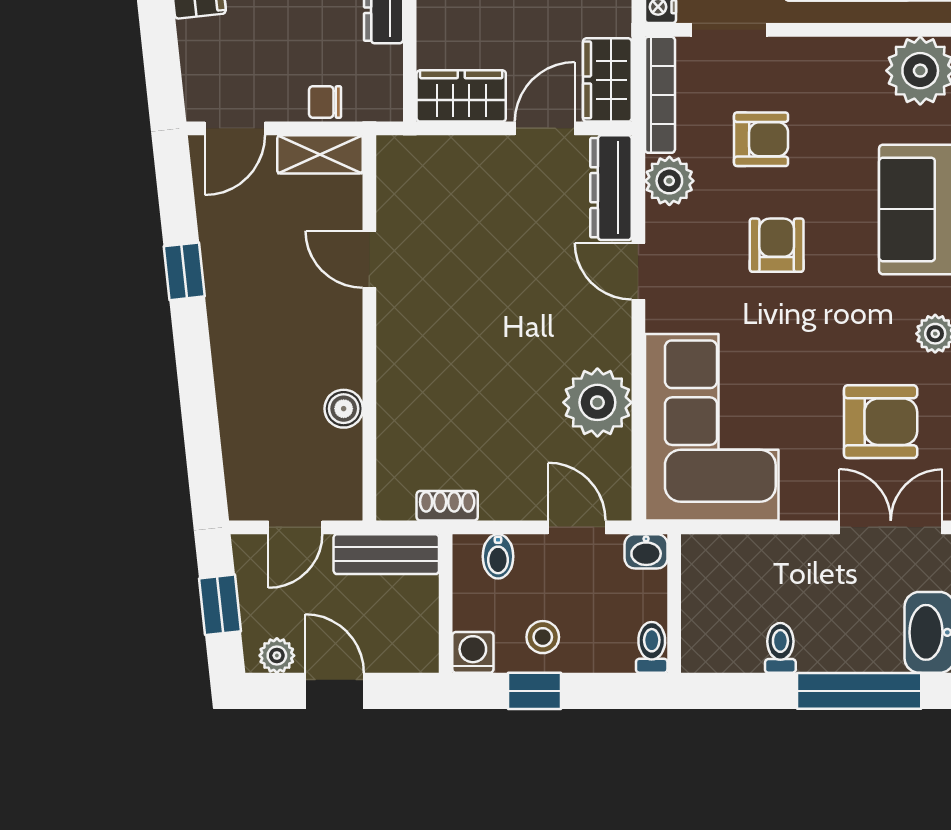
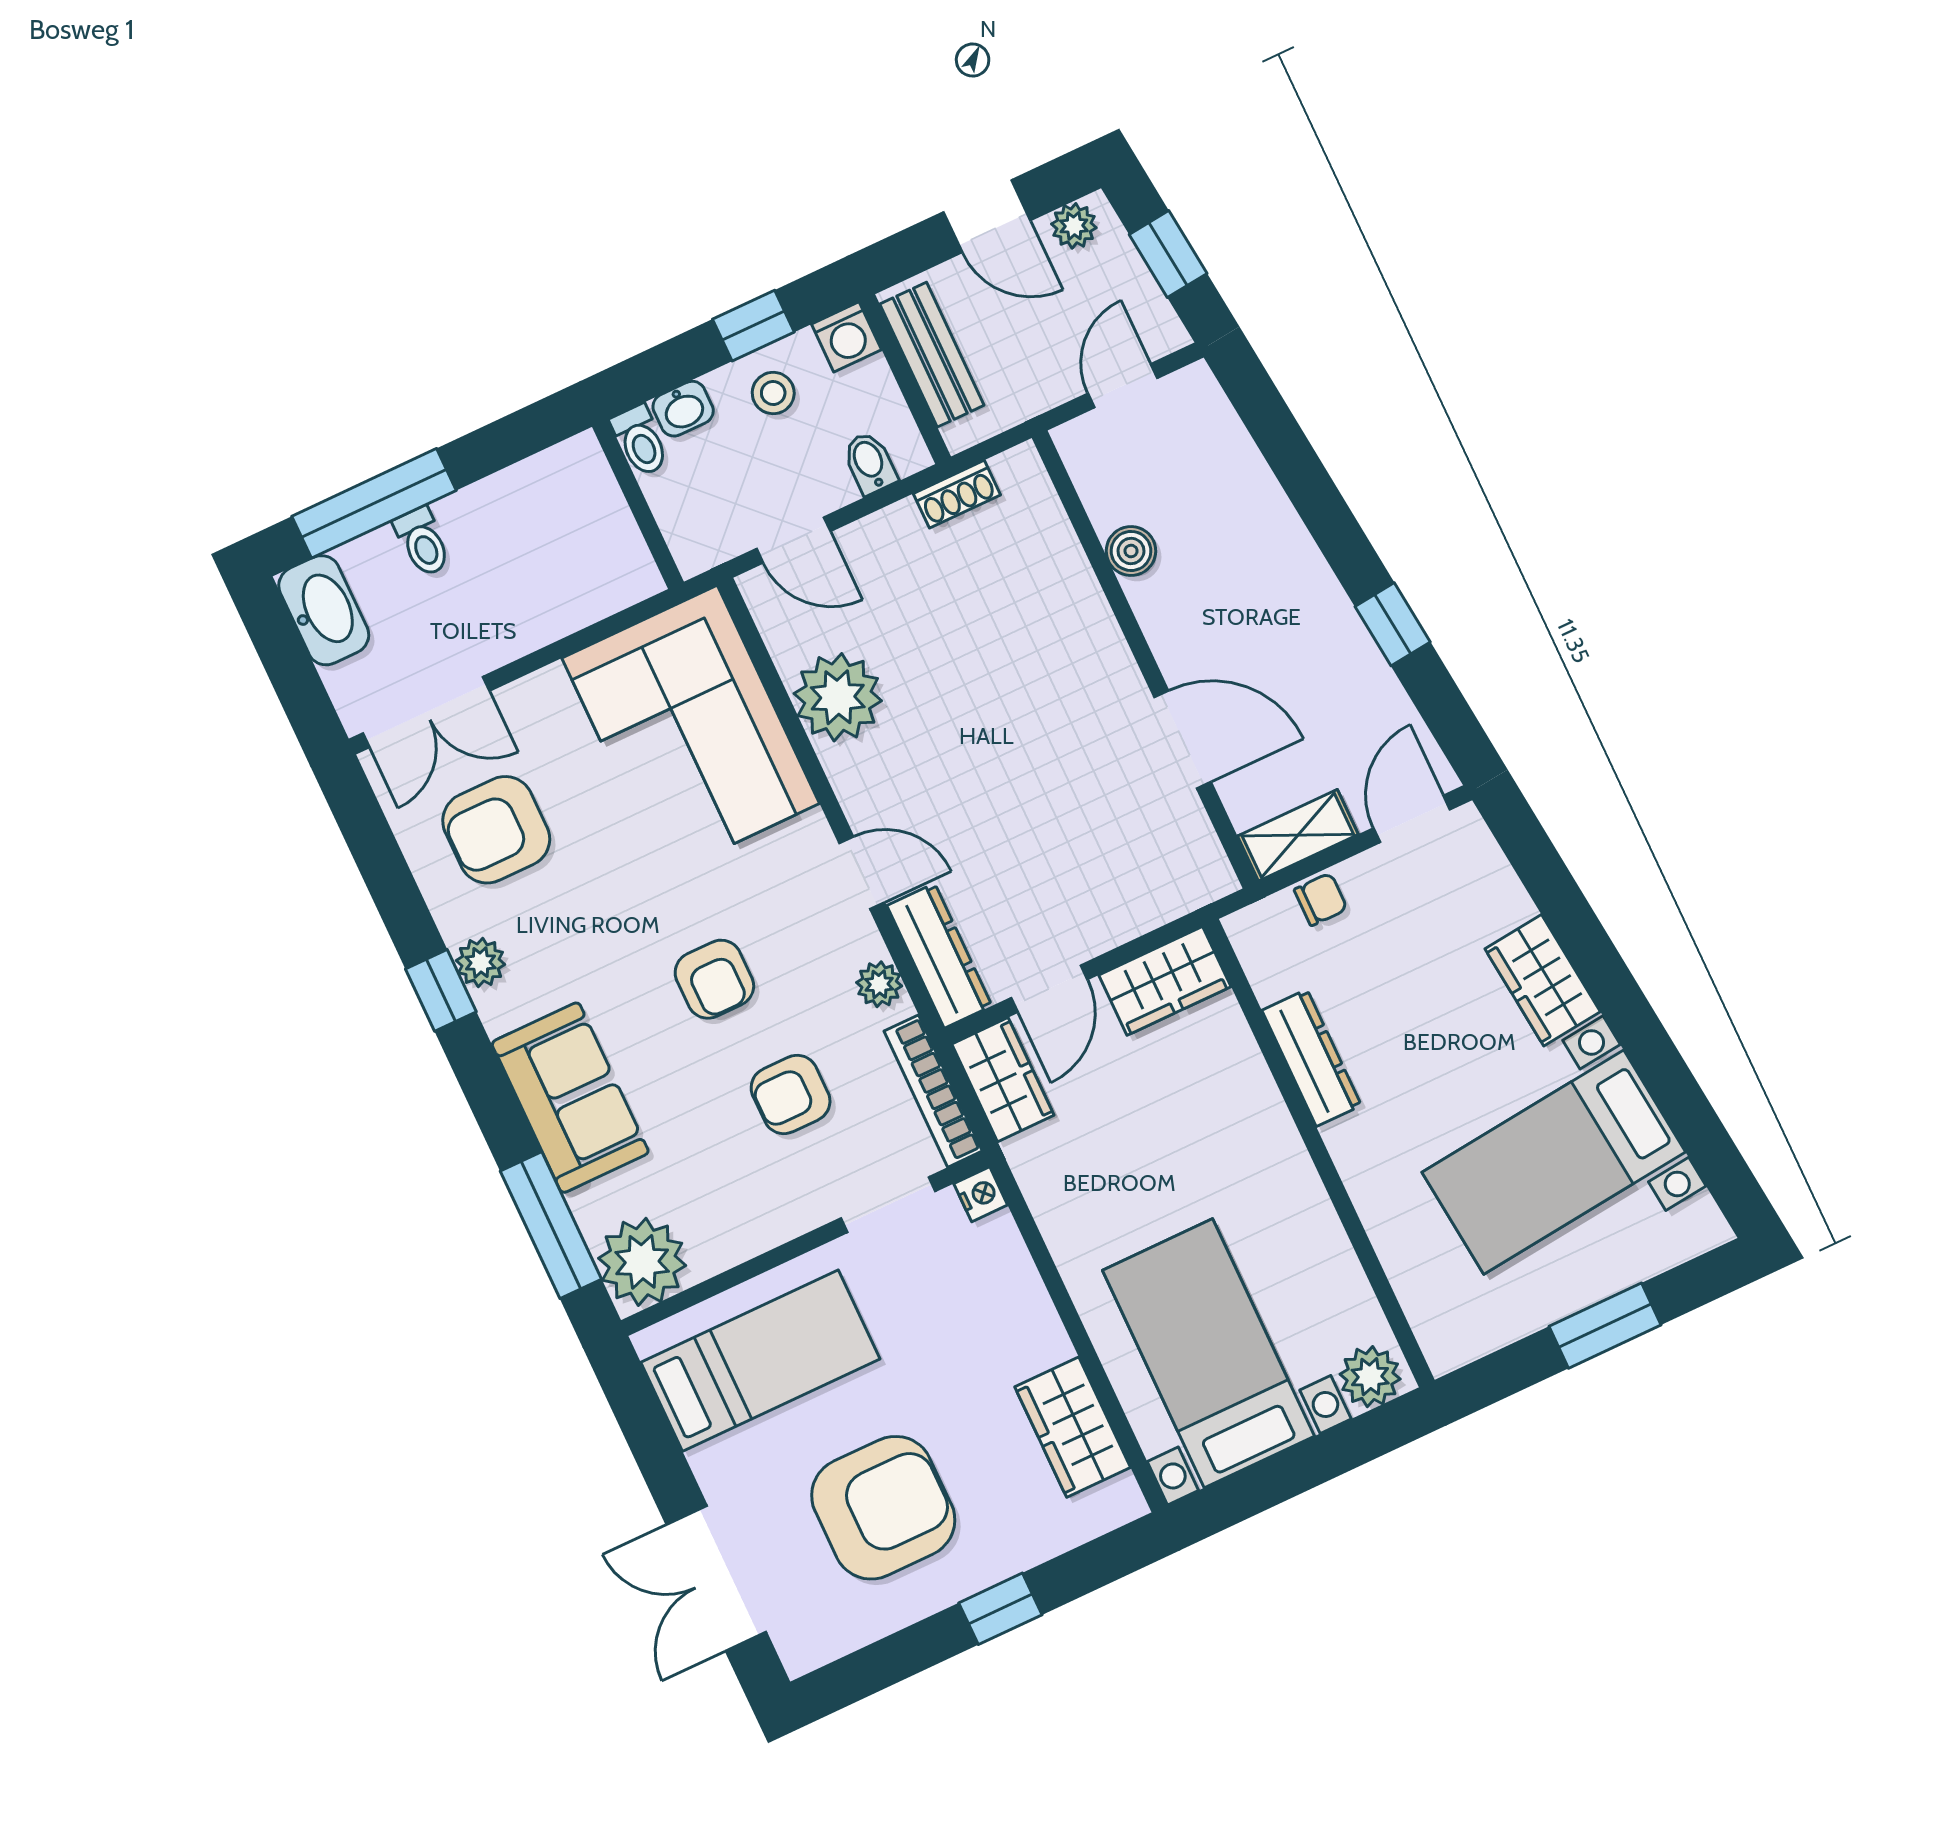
plant: (669, 181) -> (879, 984), width x0.73, depth x0.73
door: (369, 259) -> (1183, 740), width x1.38
washbasin: (646, 551) -> (683, 409), moved, turned 180
bench: (386, 554) -> (932, 355), moved, turned 90
toilet: (780, 648) -> (422, 542), moved

